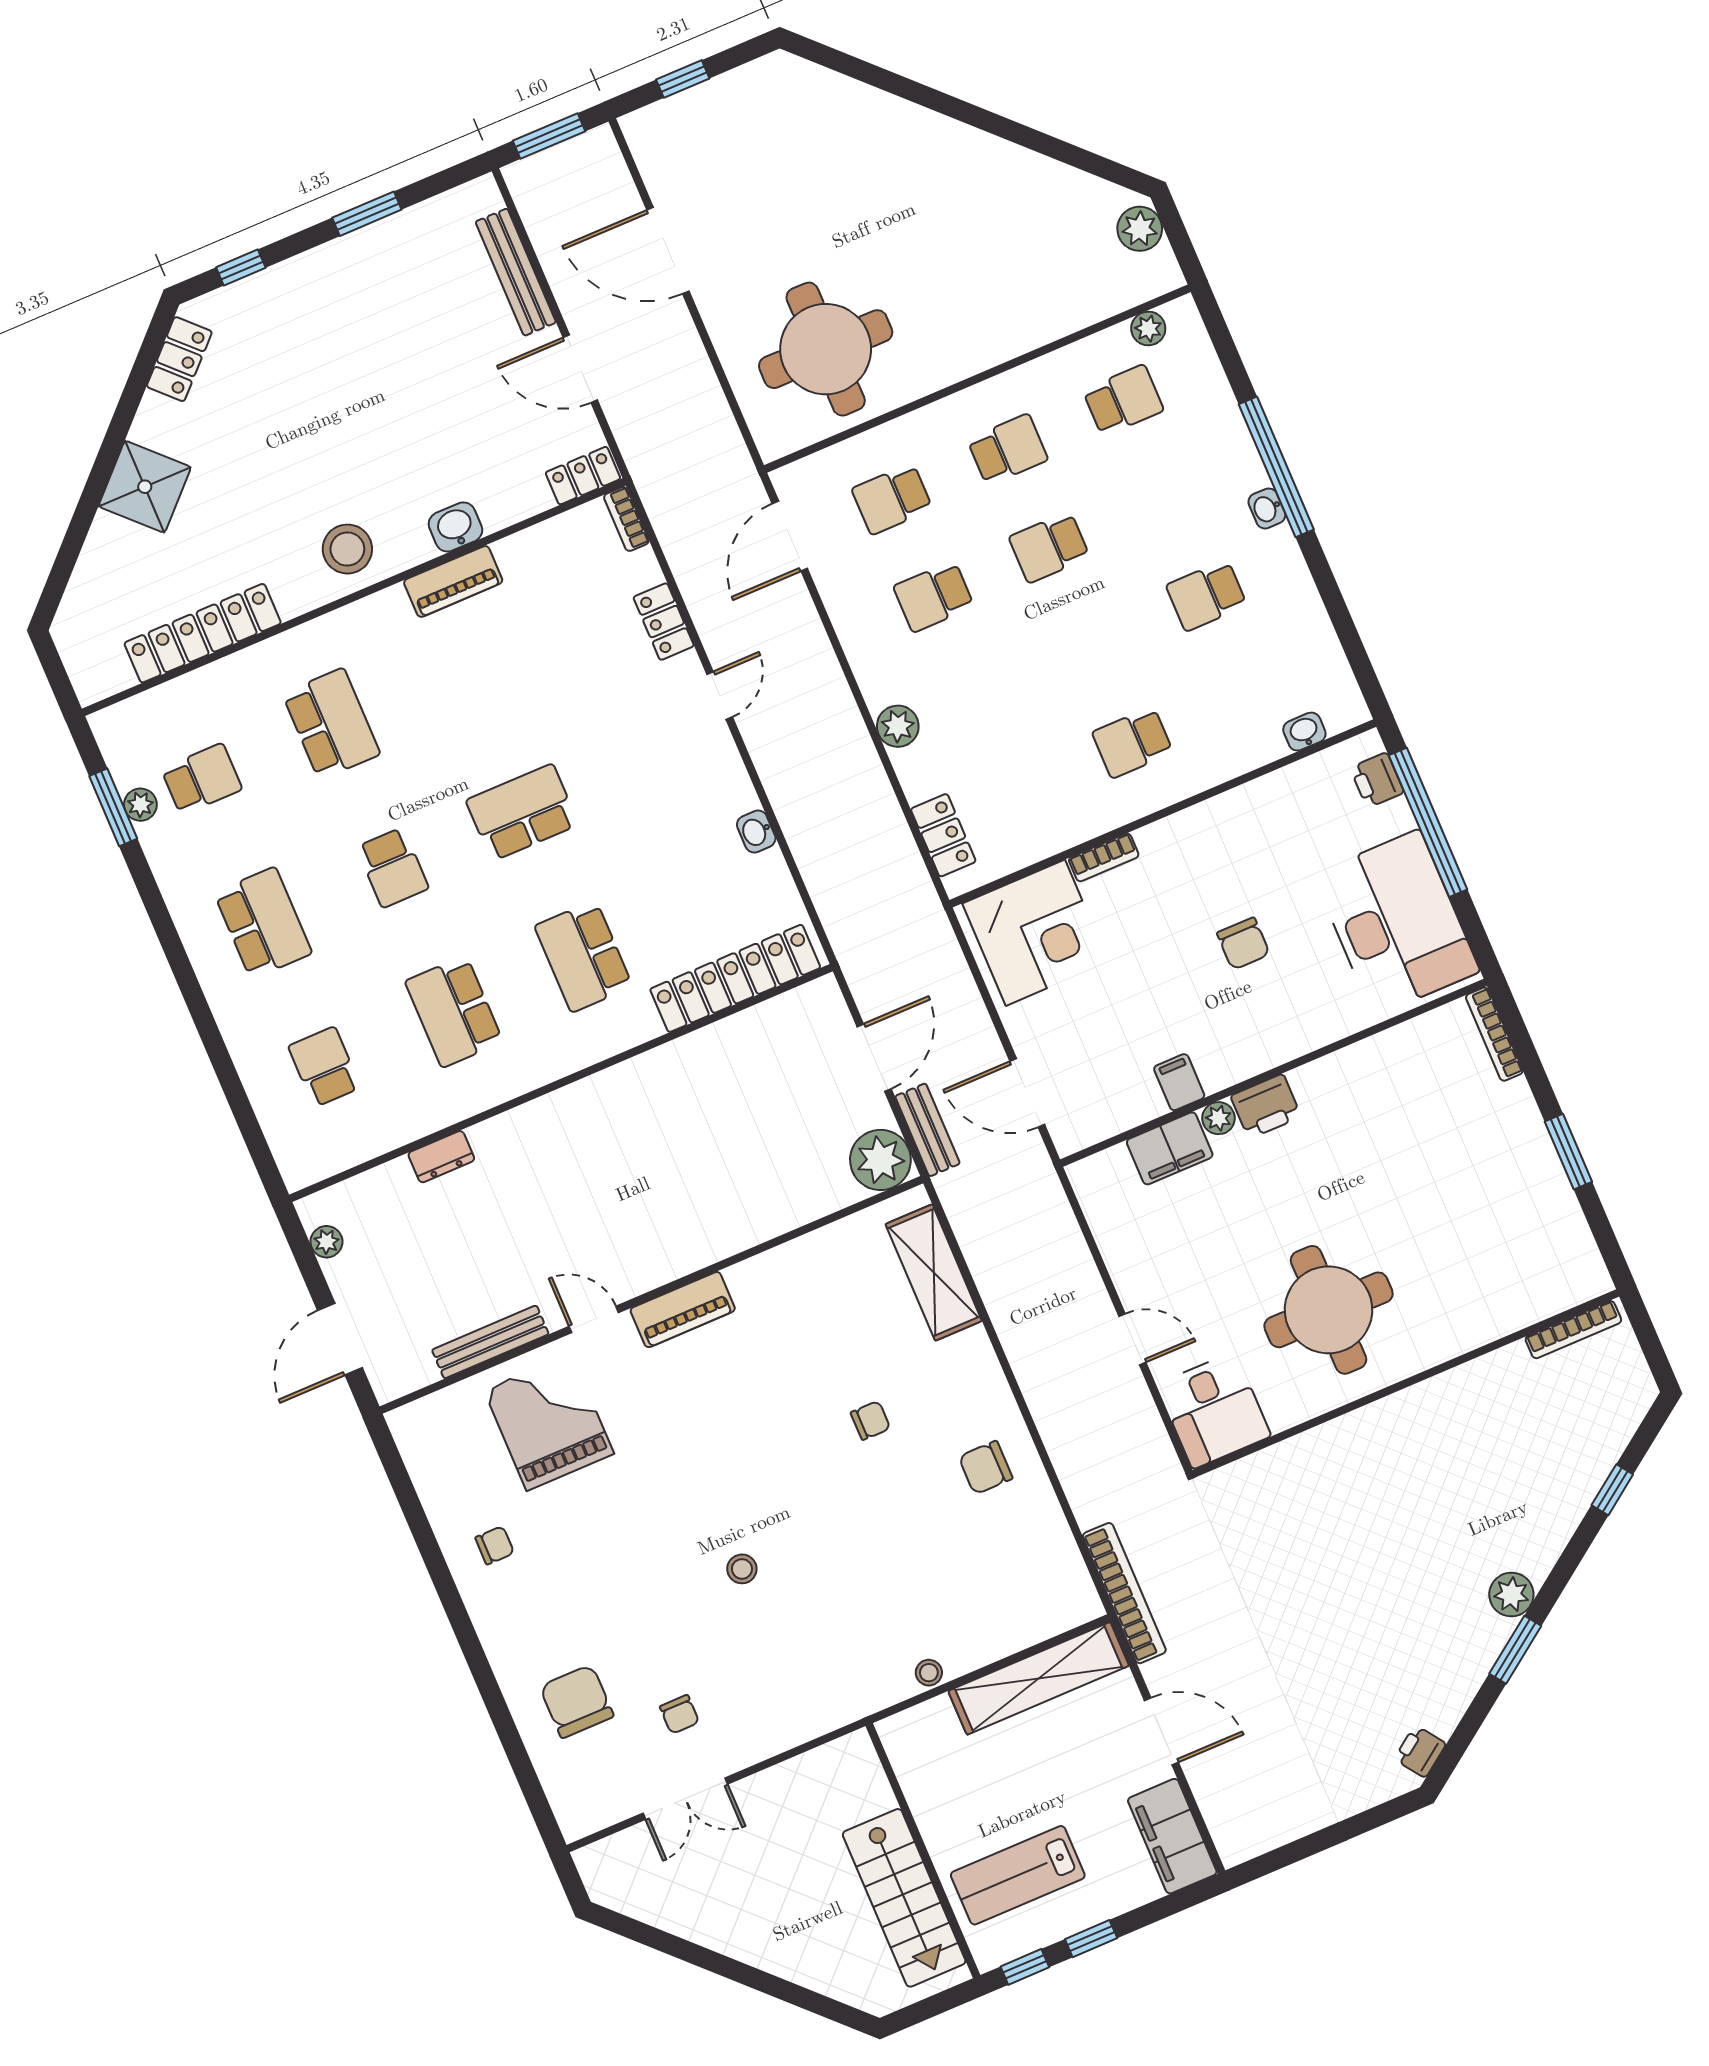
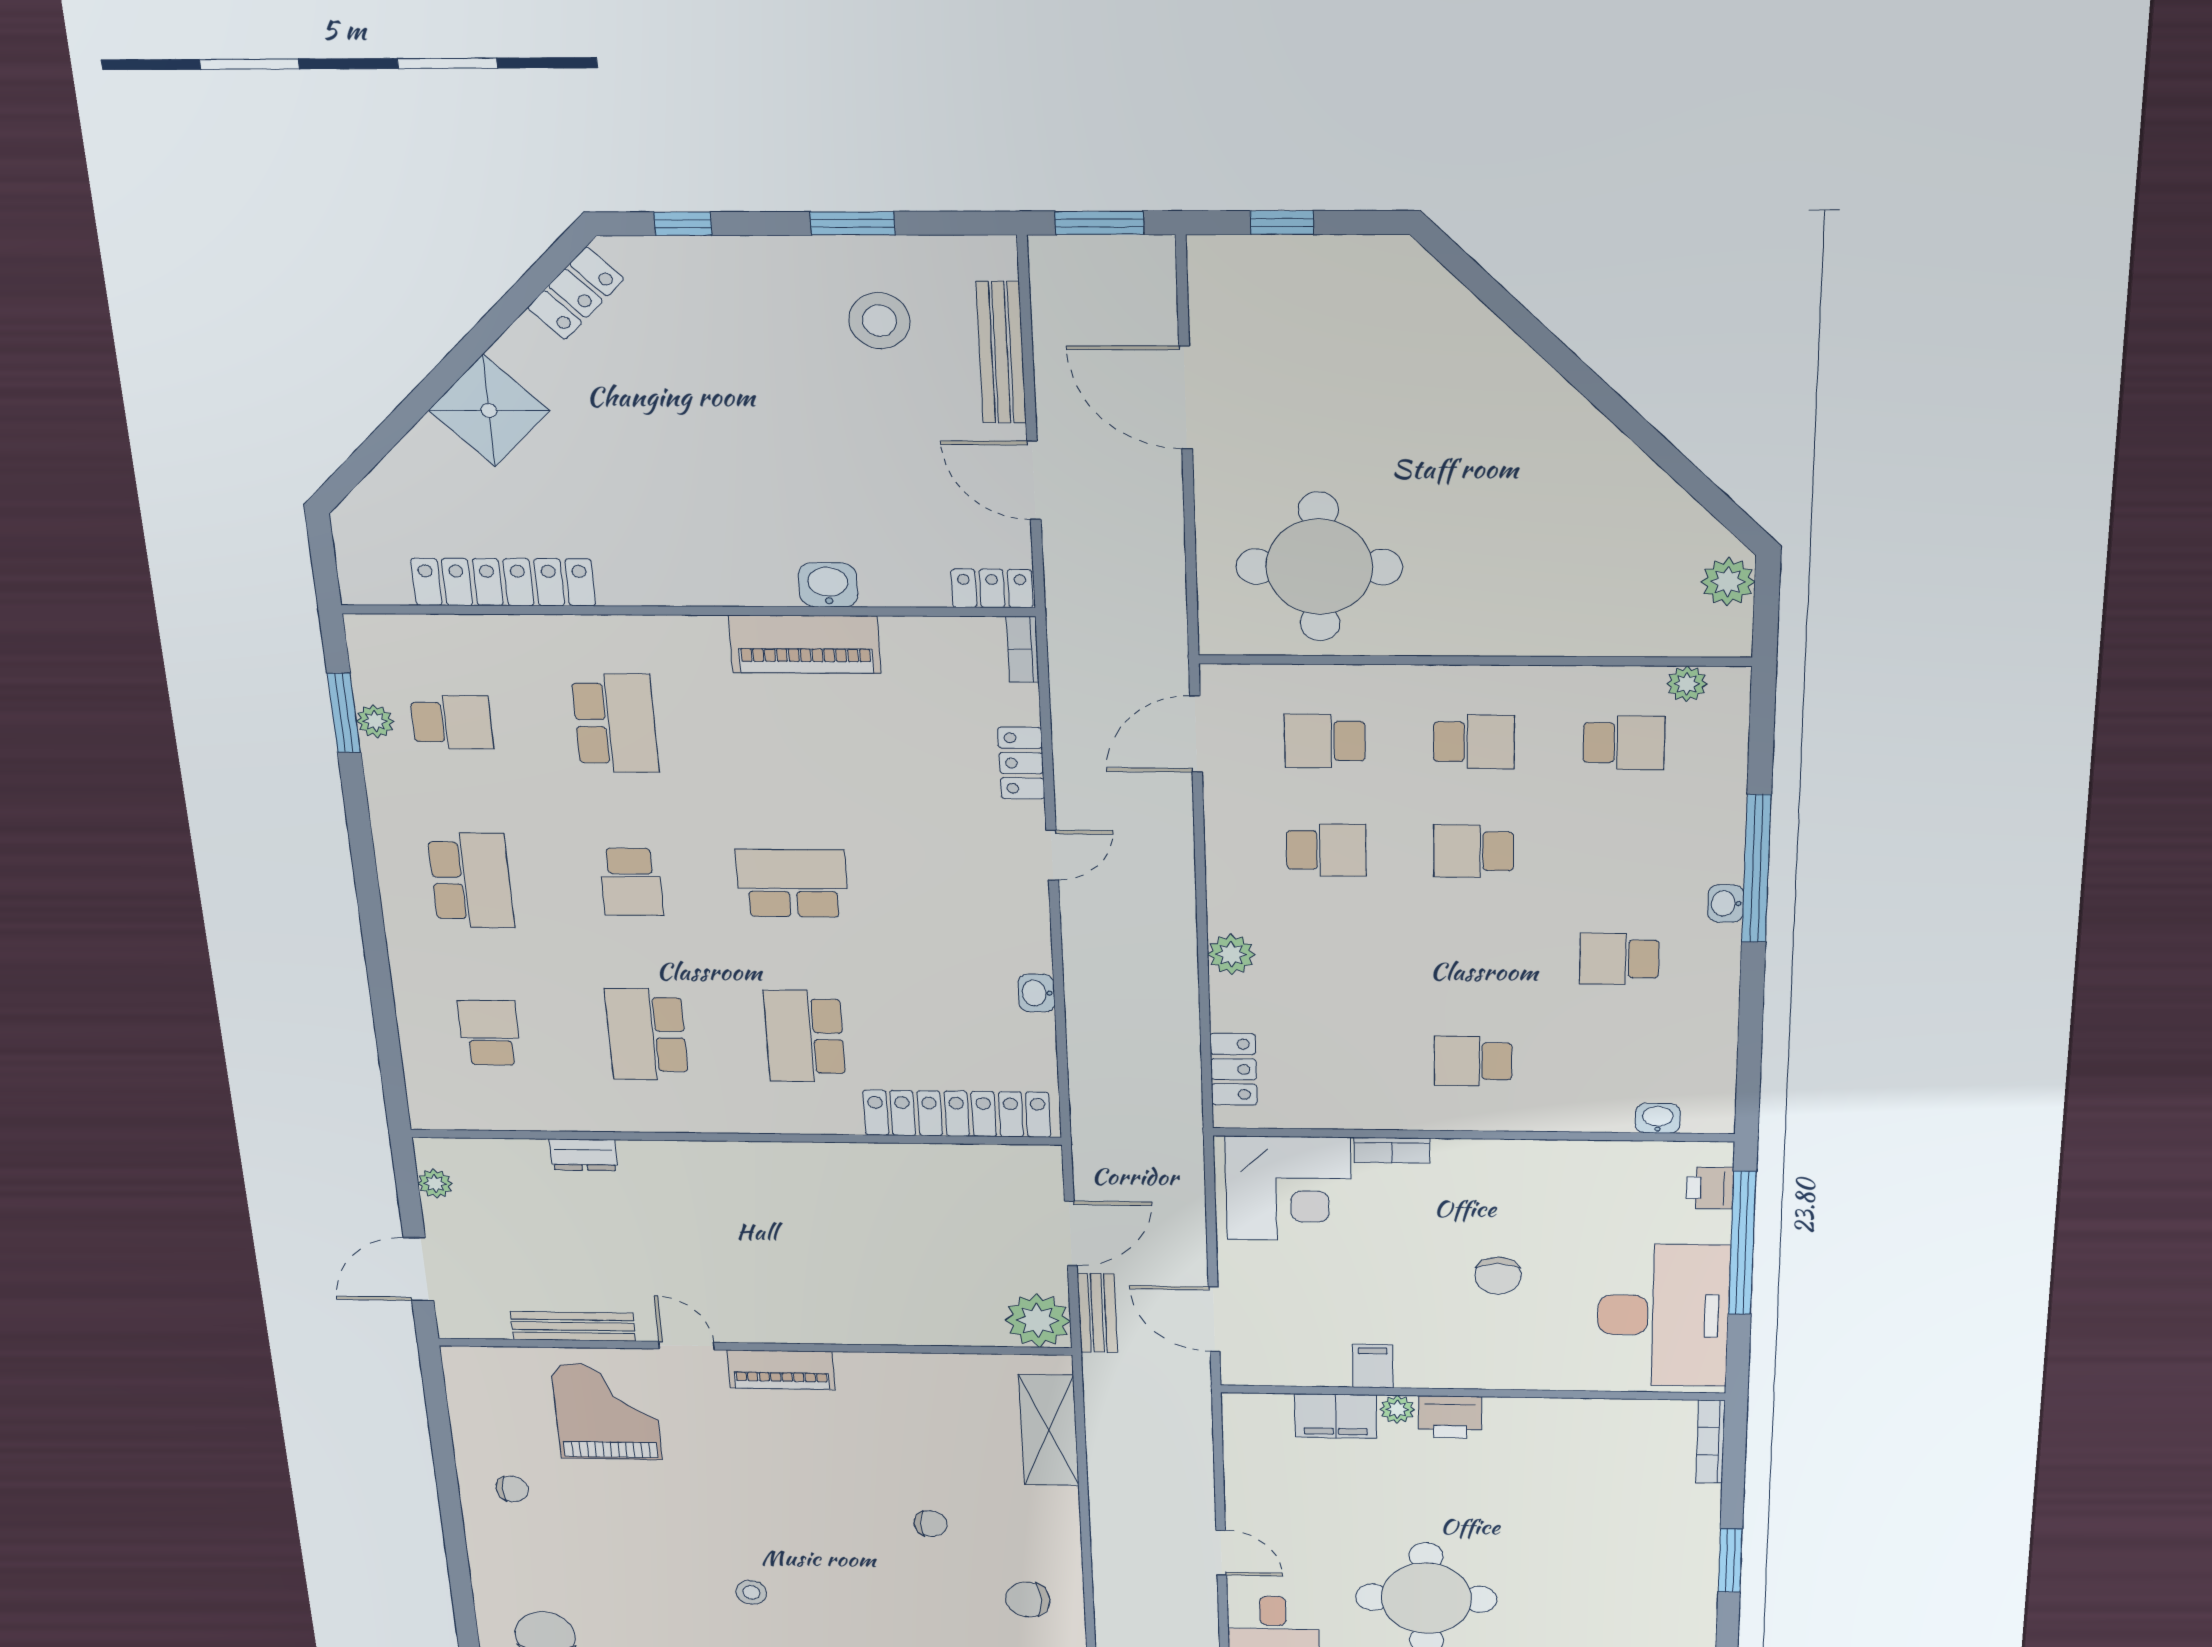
stool: (347, 549) -> (879, 321), moved
piano: (453, 581) -> (805, 644), width x1.37, depth x1.33
school desk: (934, 597) -> (1326, 850), turned 180

